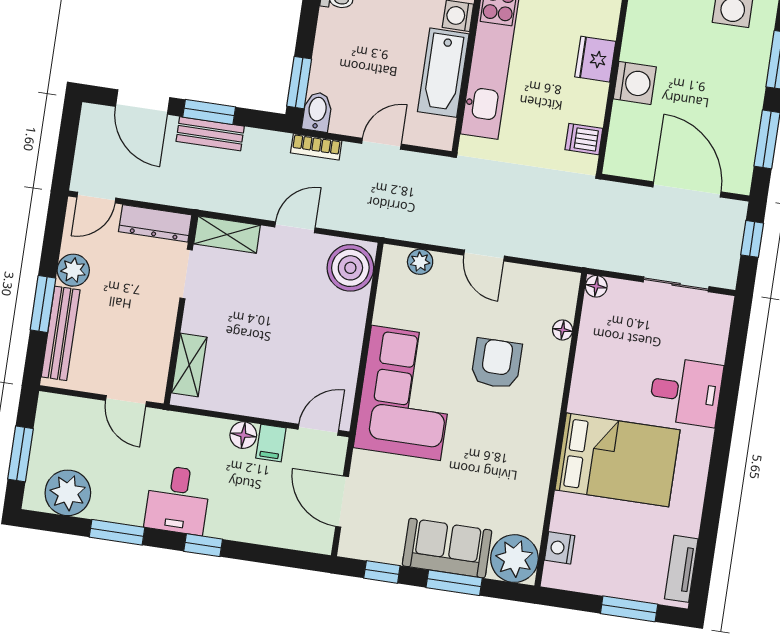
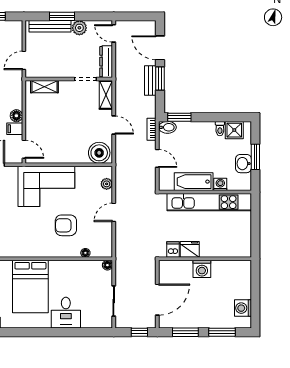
fridge: (595, 59) -> (190, 249), moved
door: (143, 102) -> (160, 48), hinge flipped
armchair: (497, 363) -> (66, 225), turned 180

